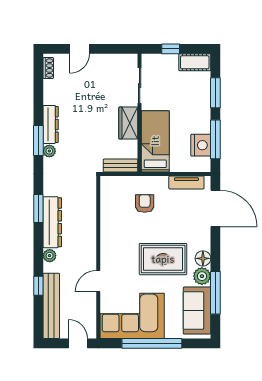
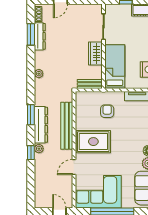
dresser: (51, 124) -> (40, 36), moved
window: (38, 140) -> (31, 34), moved
rug: (163, 259) -> (93, 142), moved
window: (38, 286) -> (31, 153), moved
bench: (51, 306) -> (67, 126), moved

